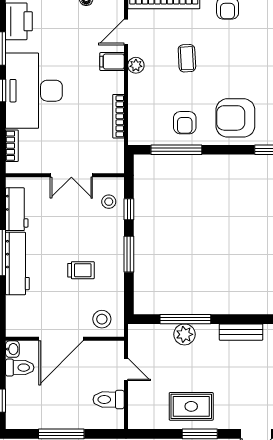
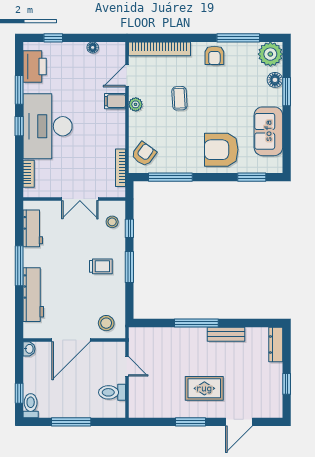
bookcase: (118, 116) -> (120, 168), moved
armchair: (185, 123) -> (144, 154), moved, turned -144
workbench: (17, 264) -> (33, 295), moved
trolley: (81, 270) -> (101, 266), moved
window: (185, 319) -> (196, 323), moved
plant: (184, 334) -> (177, 336), removed
toilet: (20, 368) -> (31, 406), moved, turned -90
rug: (191, 406) -> (204, 388), moved

